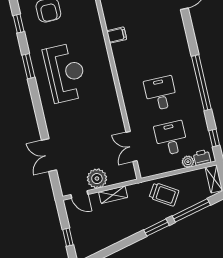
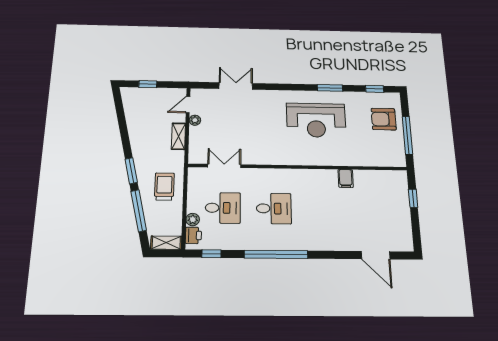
plant: (97, 179) -> (195, 120), width x0.53, depth x0.53
trolley: (164, 194) -> (164, 187), turned 148

